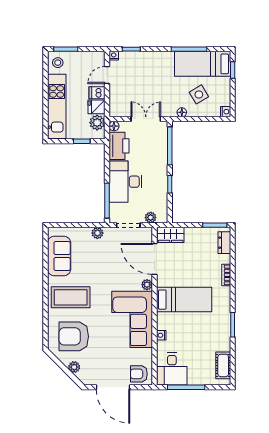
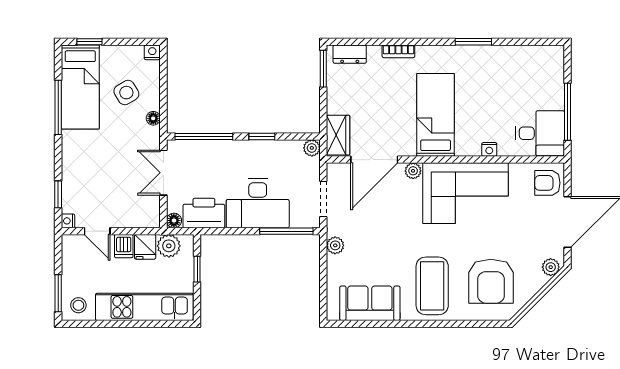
plant: (151, 217) -> (312, 148), moved
cot: (223, 365) -> (535, 56), removed
plant: (74, 367) -> (551, 267), moved
armchair: (139, 374) -> (547, 183), turned 90

